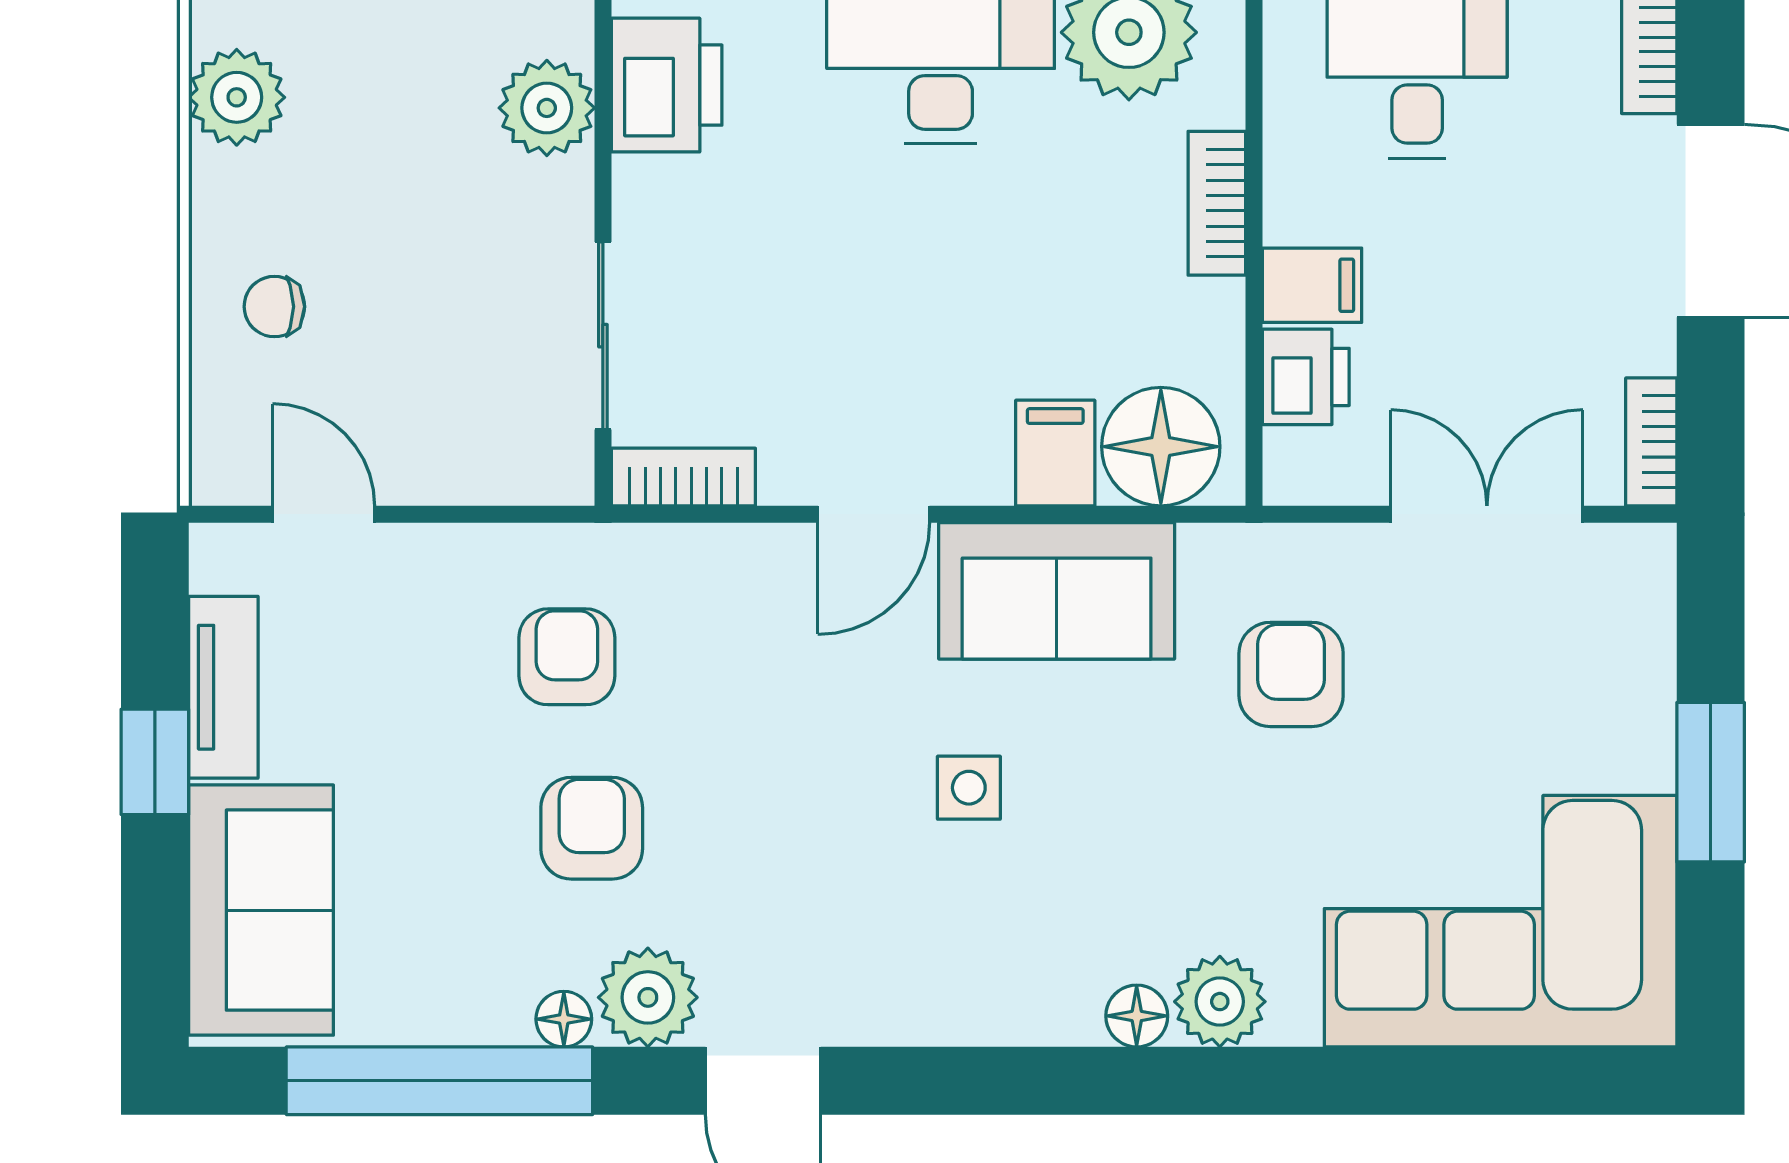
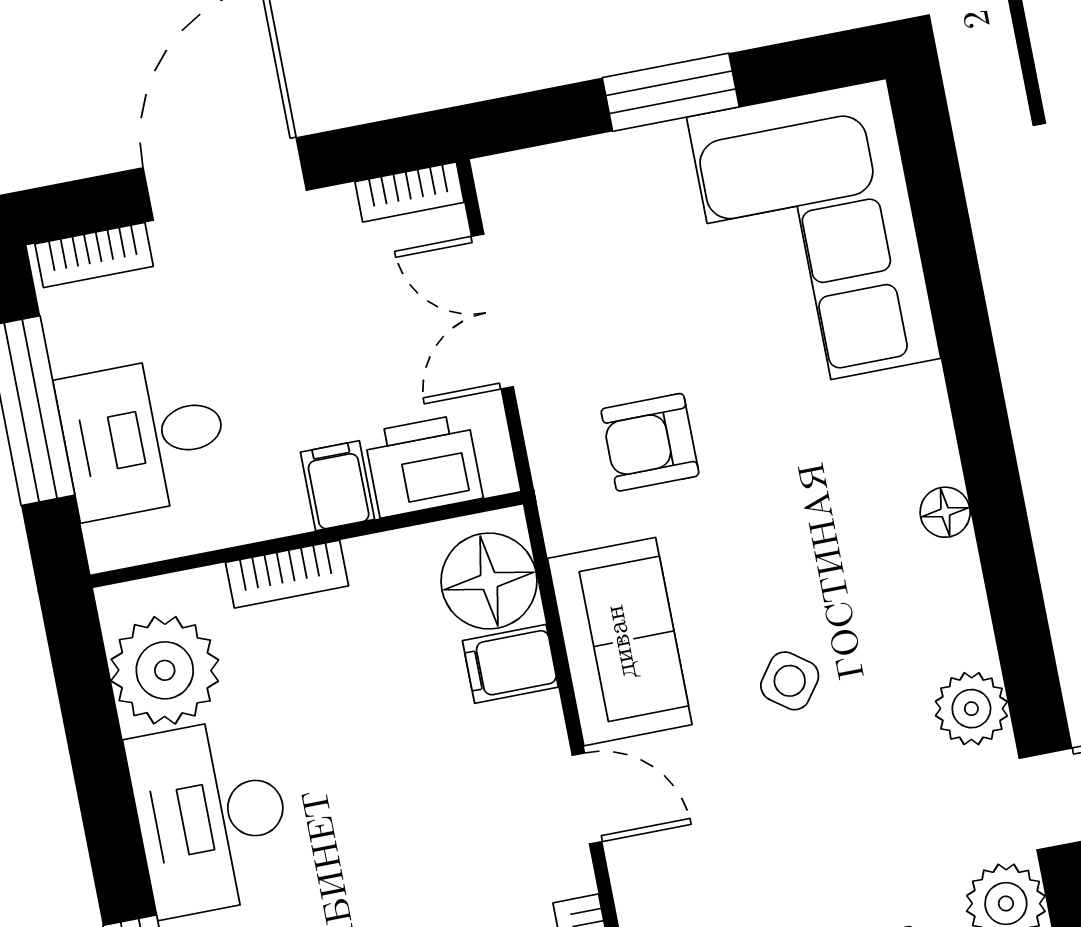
printer: (1306, 377) -> (423, 466), width x1.36, depth x1.24
side table: (969, 788) -> (790, 681), turned 36
plant: (1220, 1002) -> (971, 709), moved

